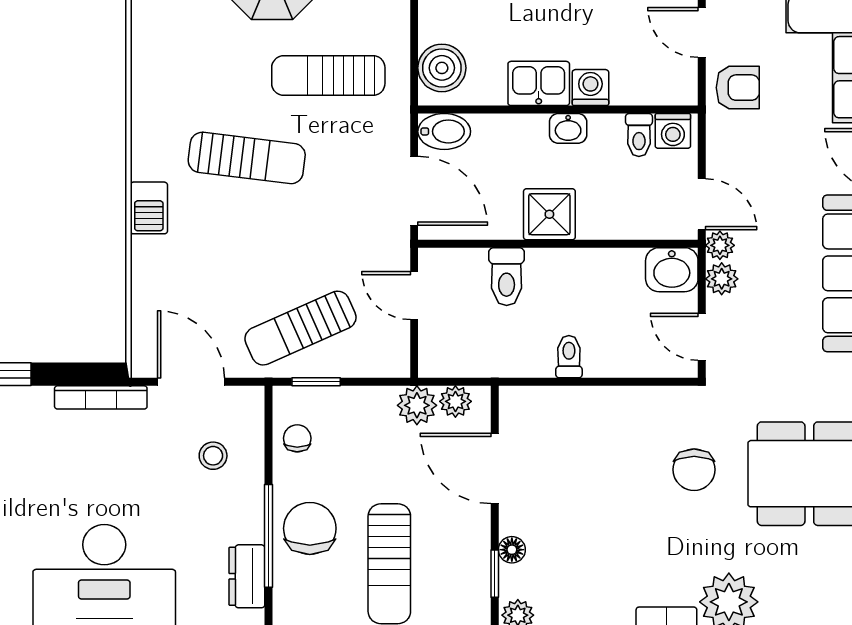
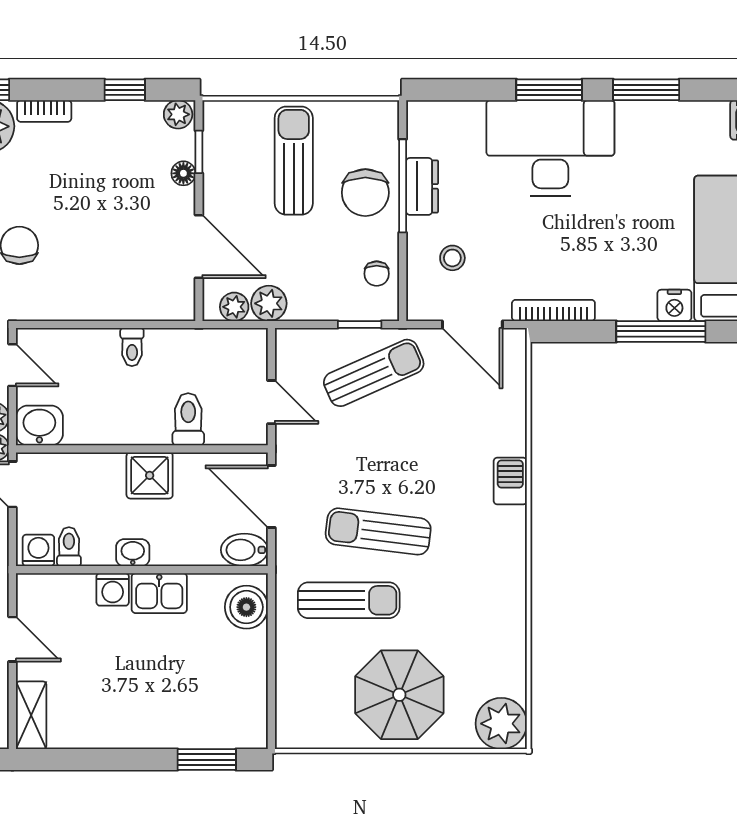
sun lounger: (247, 158) -> (378, 531), moved
dresser: (247, 576) -> (422, 186), moved

